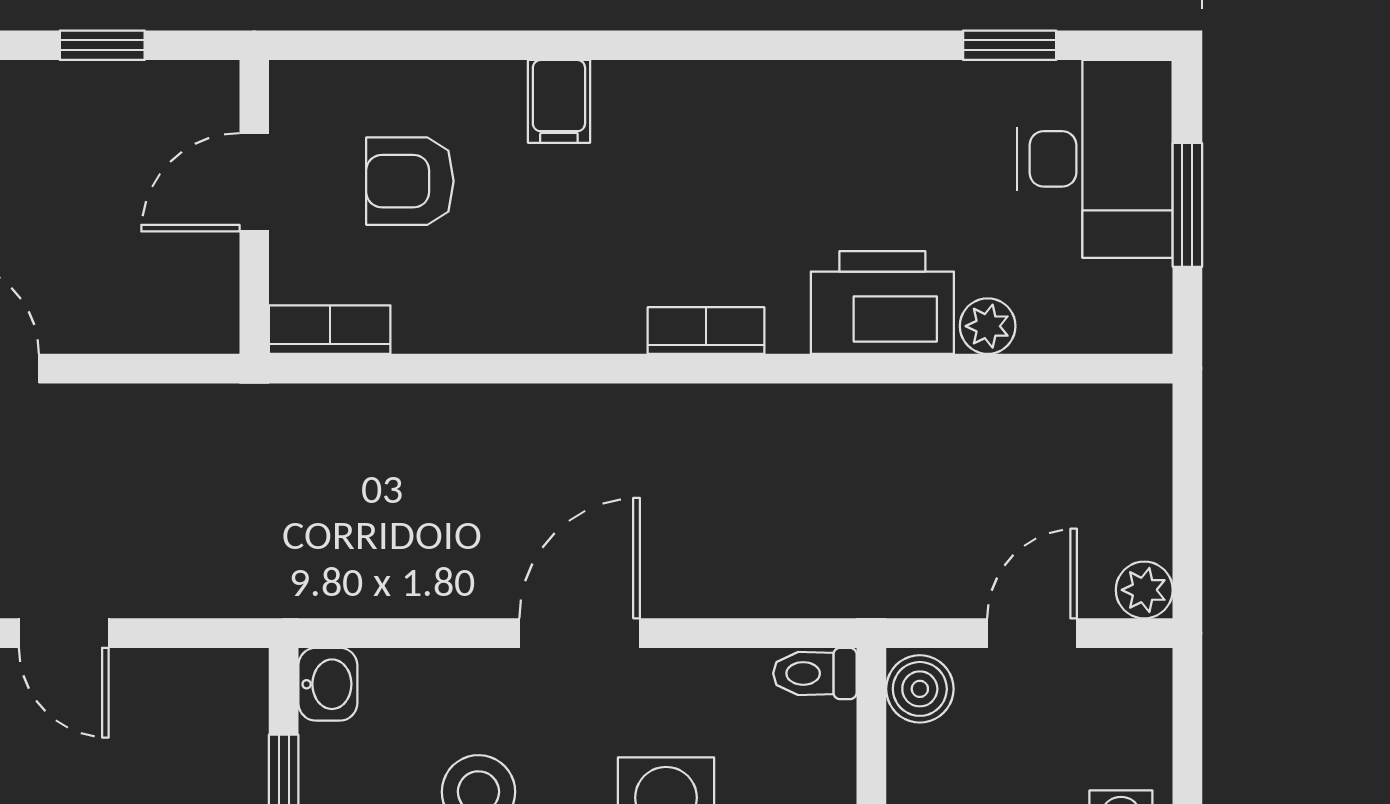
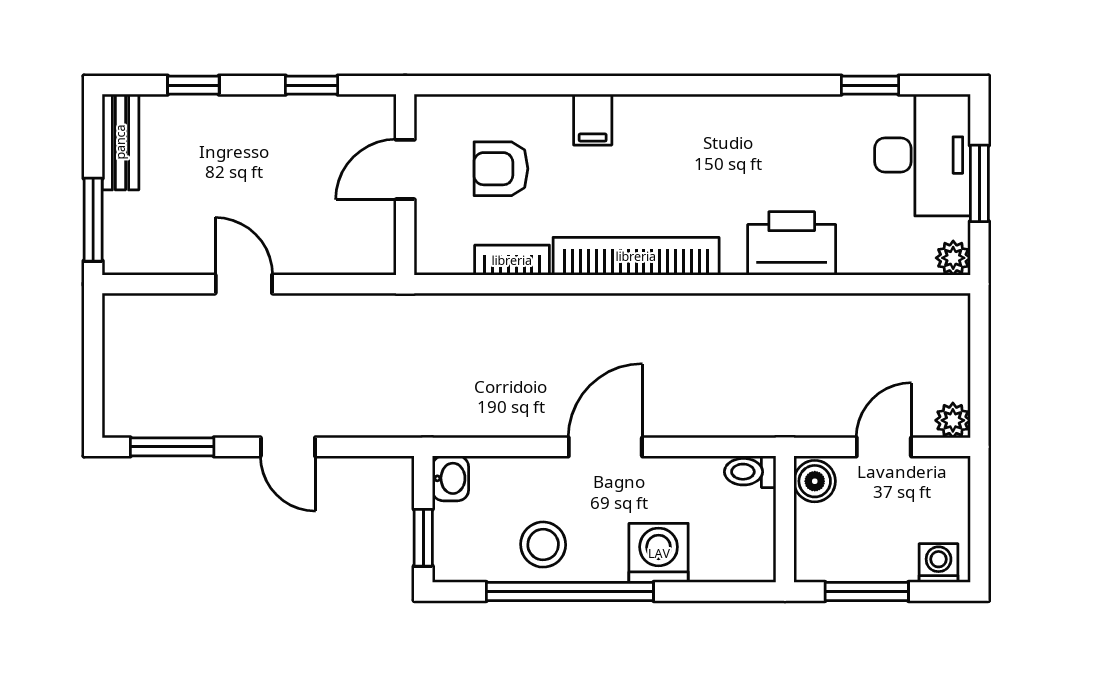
plant: (988, 326) -> (953, 258), moved
bookcase: (330, 330) -> (512, 260), moved
bookcase: (706, 331) -> (636, 256), width x2.31, depth x1.31

